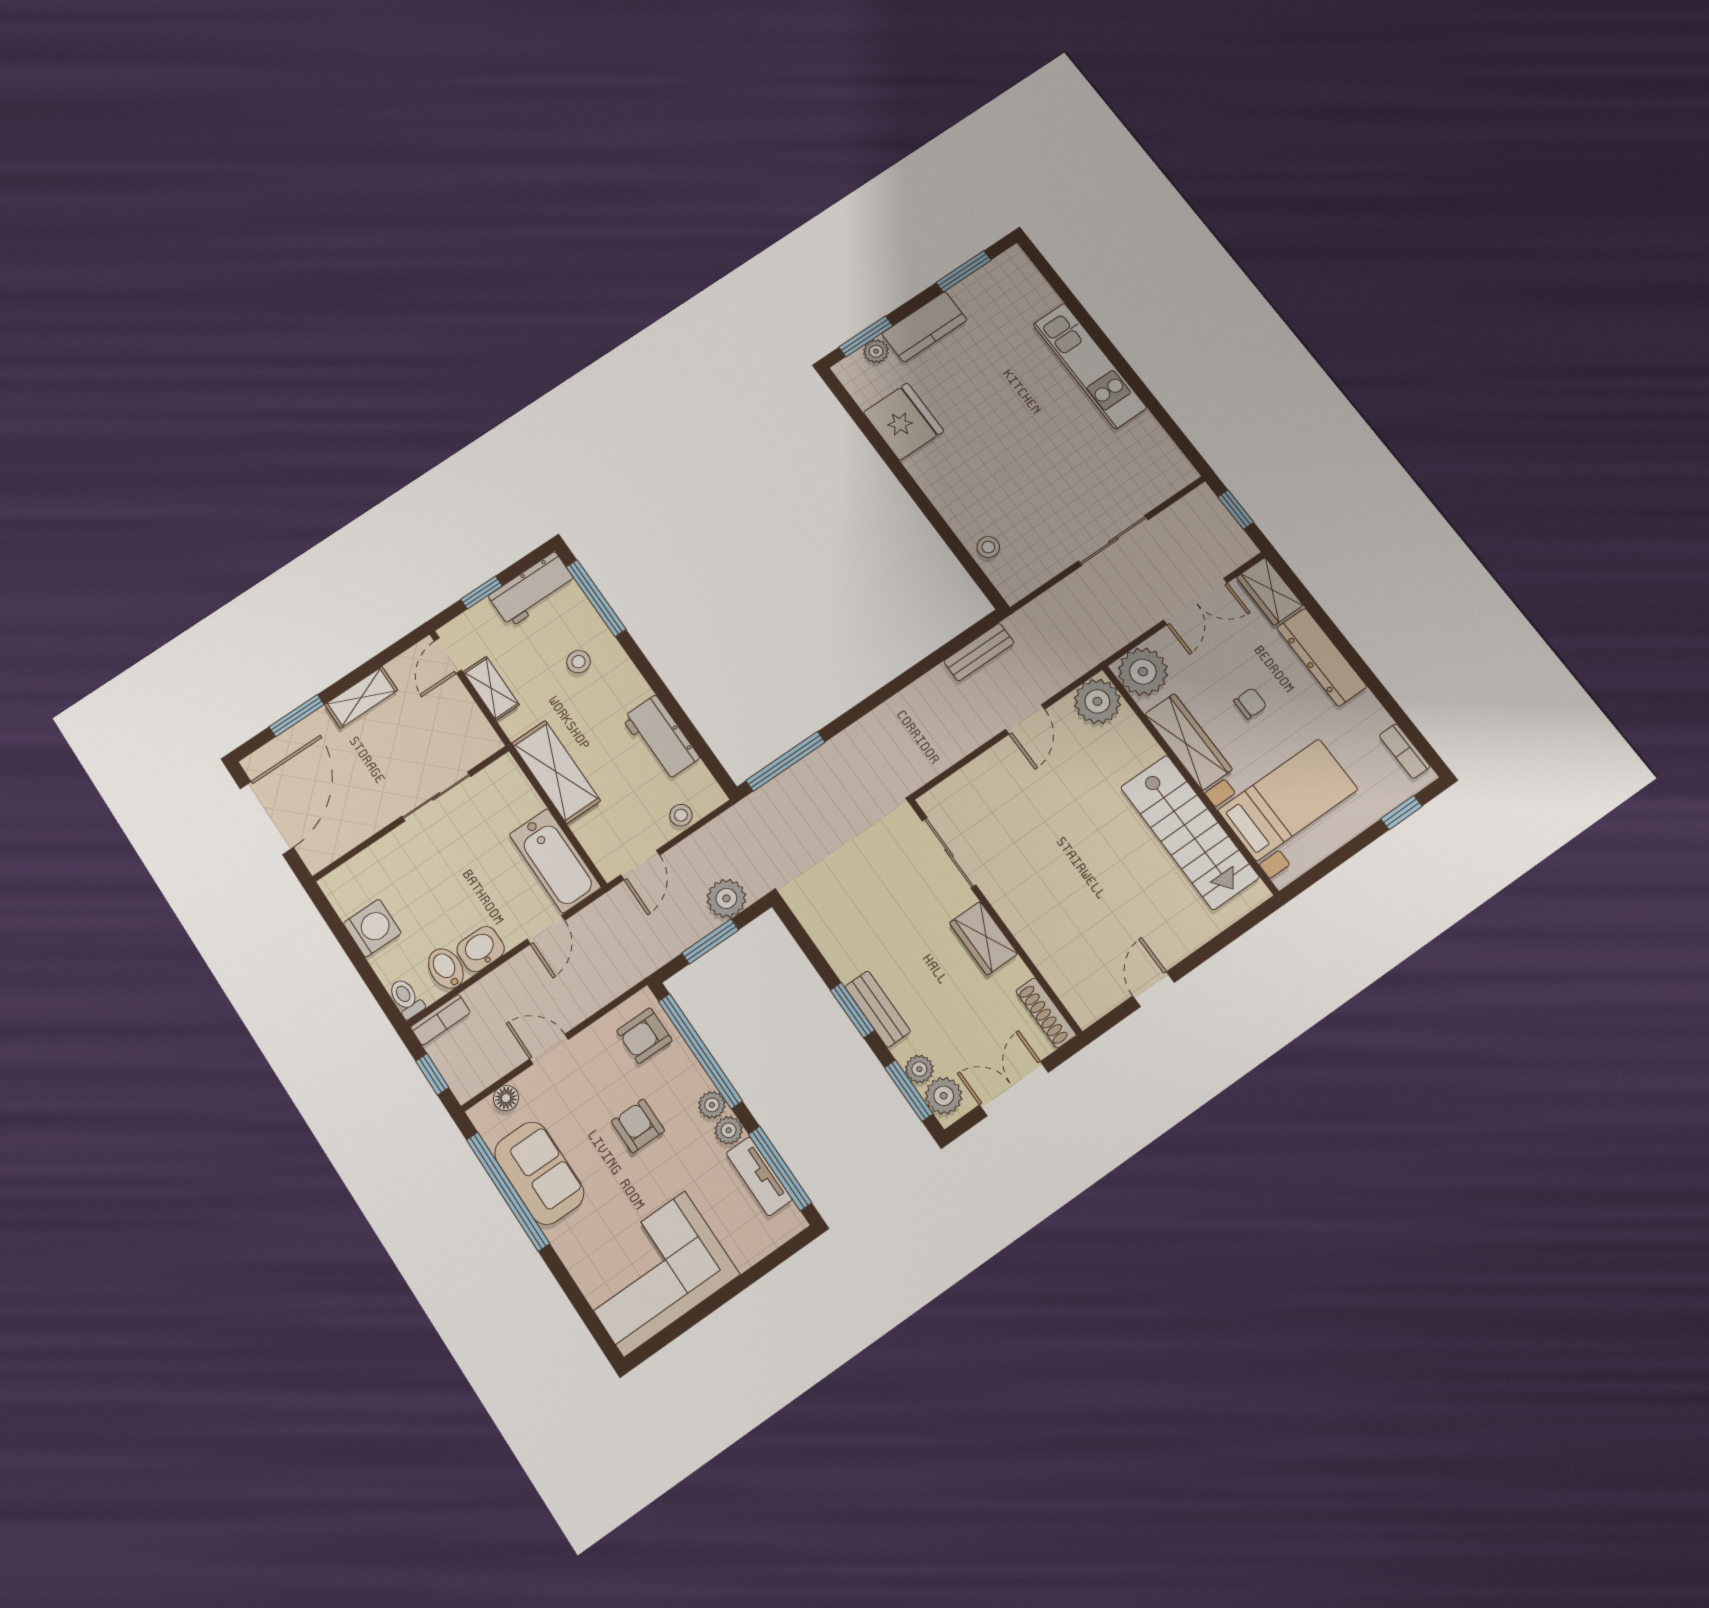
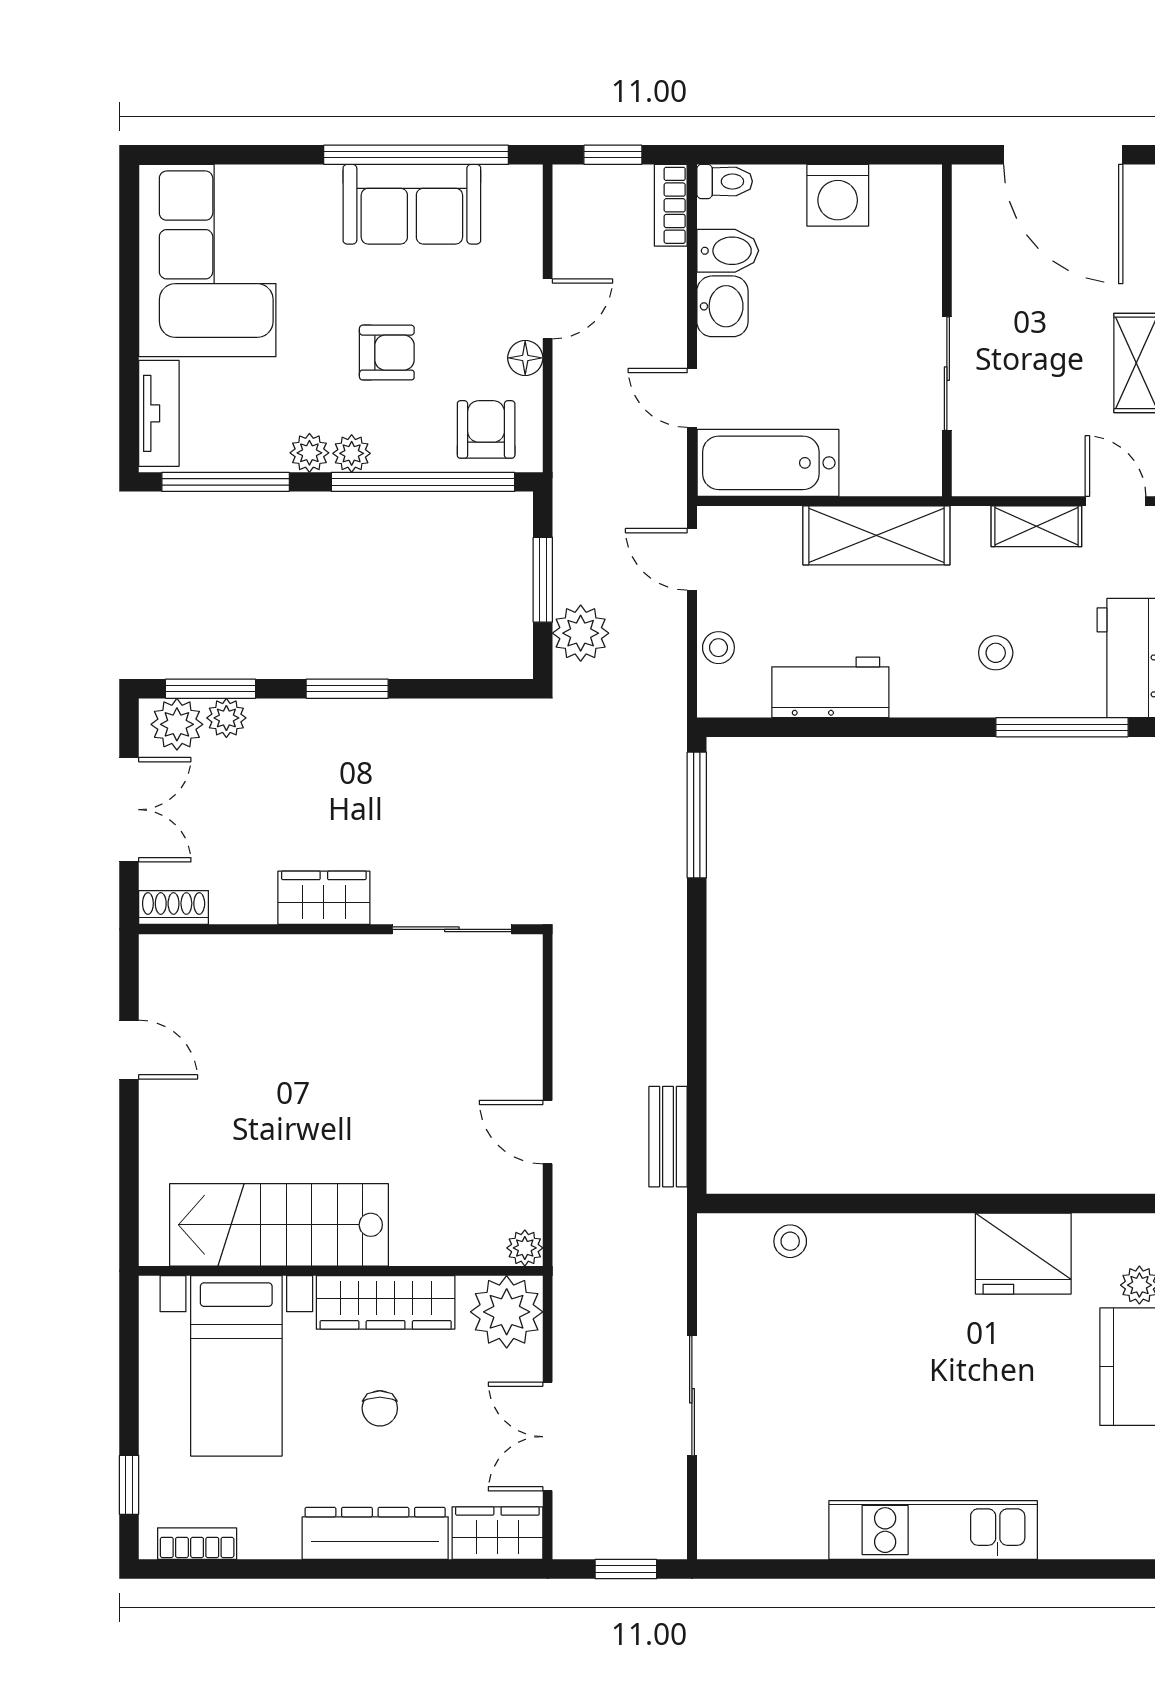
plant: (1097, 701) -> (525, 1248), width x0.53, depth x0.53
bench: (878, 1009) -> (328, 719), removed
shoe rack: (1046, 1013) -> (174, 908), width x0.70
floor lamp: (506, 1098) -> (525, 358), moved
tv unit: (759, 1176) -> (159, 413), moved, turned 90

